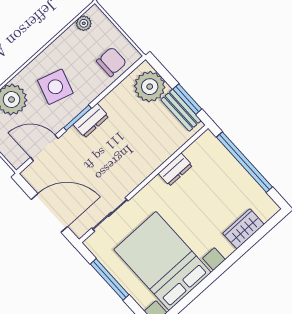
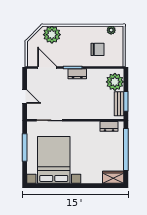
chair: (111, 62) -> (98, 49), moved
side table: (55, 87) -> (75, 46), removed
dresser: (175, 170) -> (109, 126), moved
door: (49, 213) -> (25, 97), width x0.53
wardrobe: (243, 229) -> (113, 177), moved

